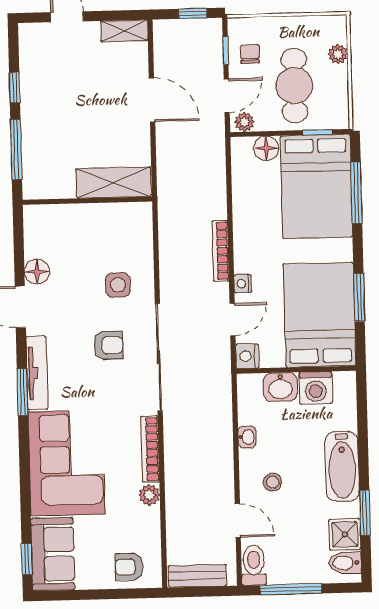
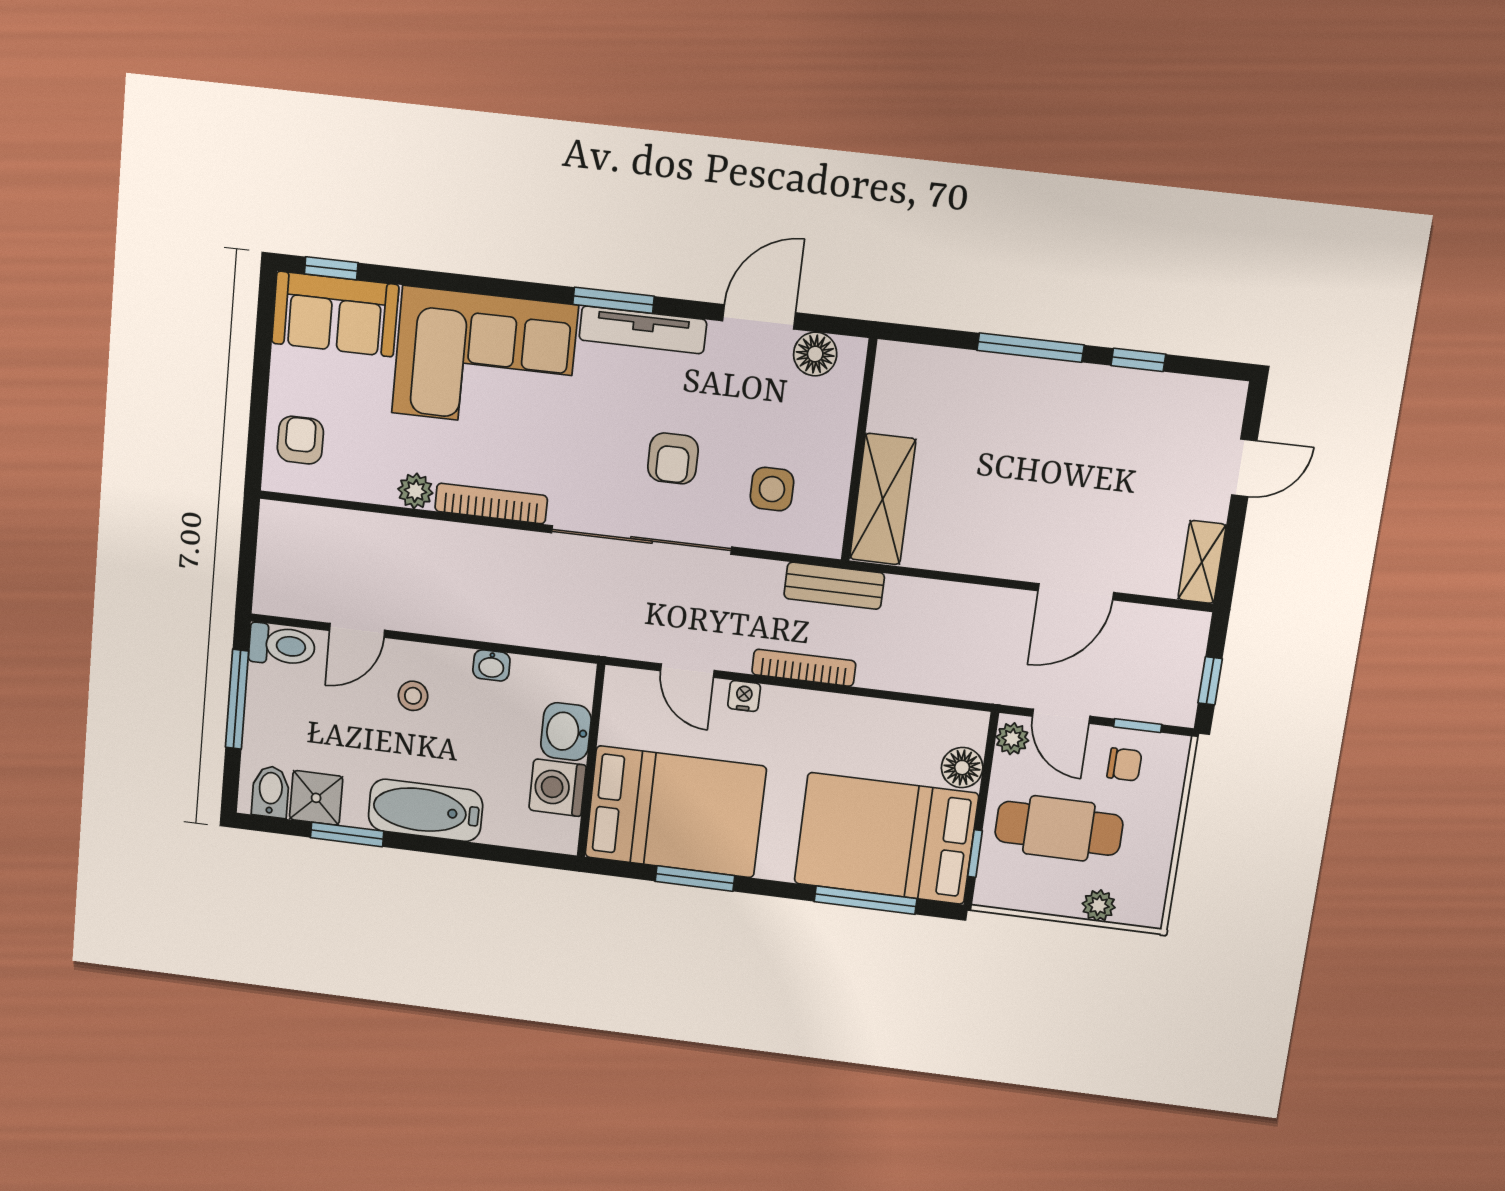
shelving: (114, 183) -> (883, 499), moved
wall: (87, 201) -> (859, 450), moved
nightstand: (247, 356) -> (624, 686), removed
bench: (197, 576) -> (834, 586), moved, turned 90

